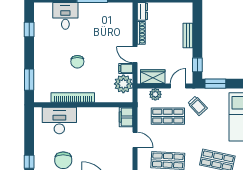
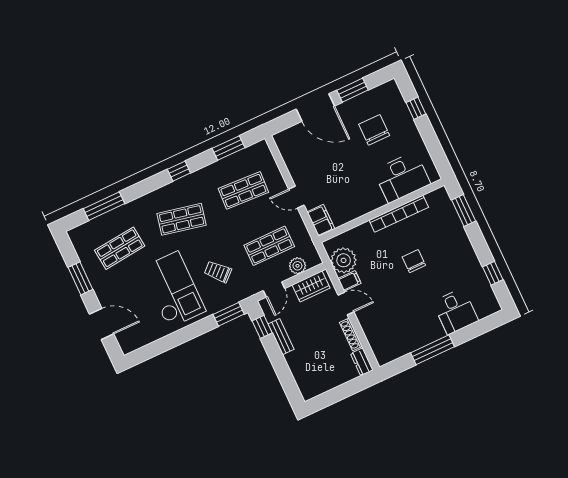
bench: (188, 36) -> (281, 337), moved
trolley: (197, 106) -> (218, 272), moved

